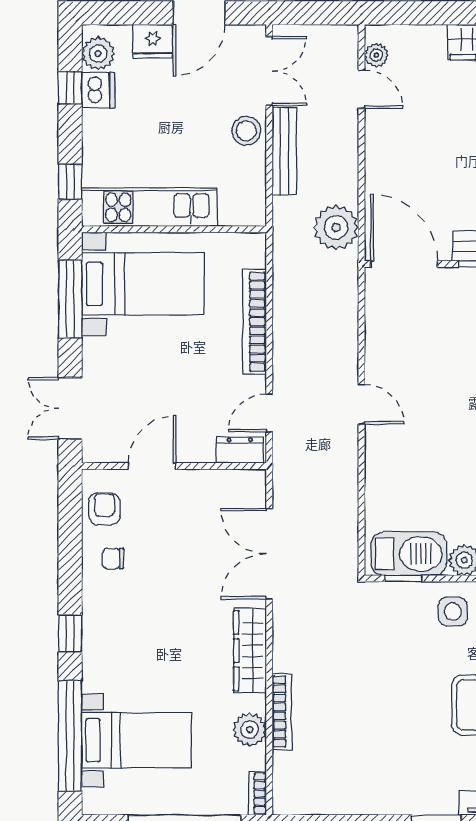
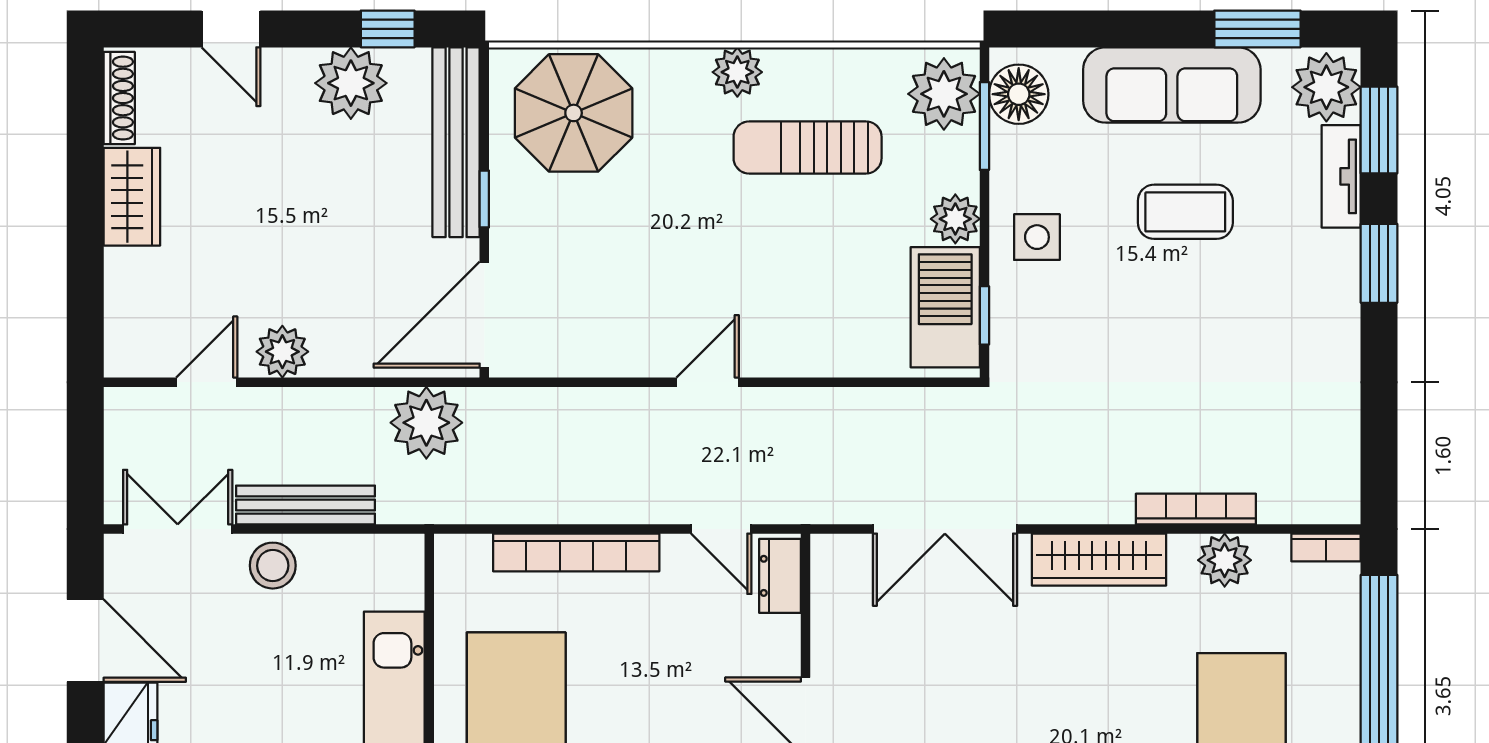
plant: (376, 55) -> (282, 352), moved, width x1.38, depth x1.38

